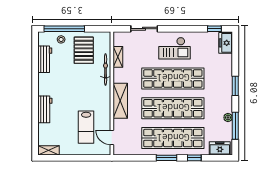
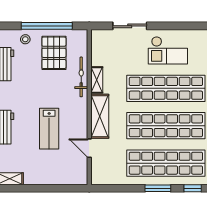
window: (64, 29) -> (47, 26), moved
shelving: (118, 57) -> (97, 80), moved
lab bench: (86, 127) -> (49, 129), moved
door: (112, 137) -> (89, 148), moved

